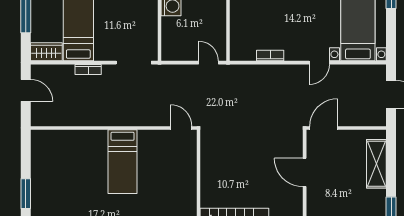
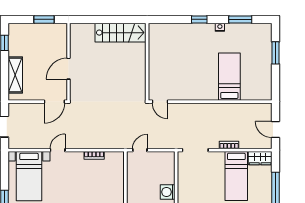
door: (208, 63) -> (140, 150), swing flipped
bed: (123, 162) -> (229, 77), moved
door: (305, 172) -> (69, 69), swing flipped

